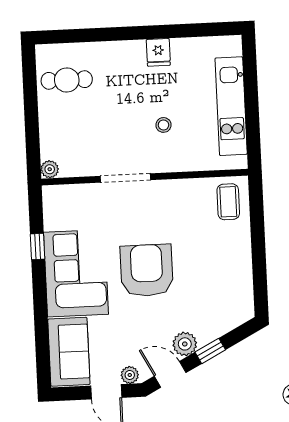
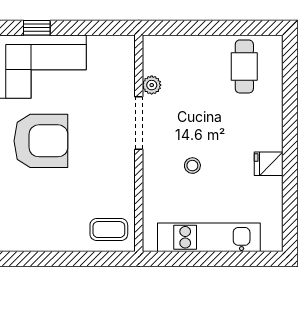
plant: (50, 169) -> (152, 85), moved
window: (38, 246) -> (37, 28), moved

